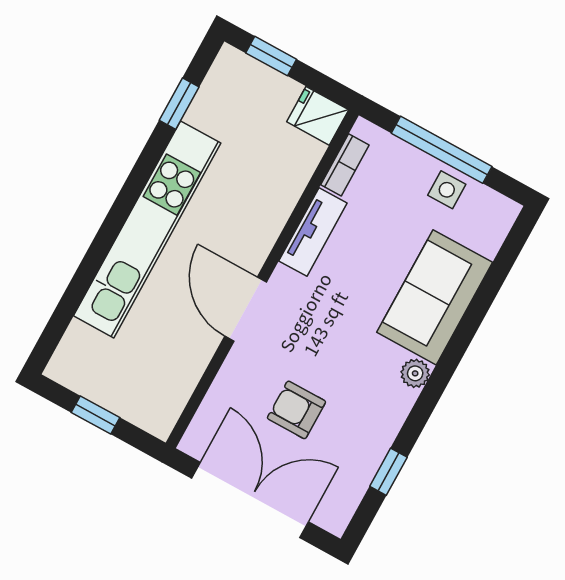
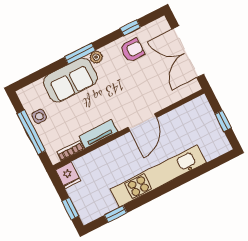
window: (450, 359) -> (80, 54), added
armchair: (296, 410) -> (132, 50), moved, turned -90

